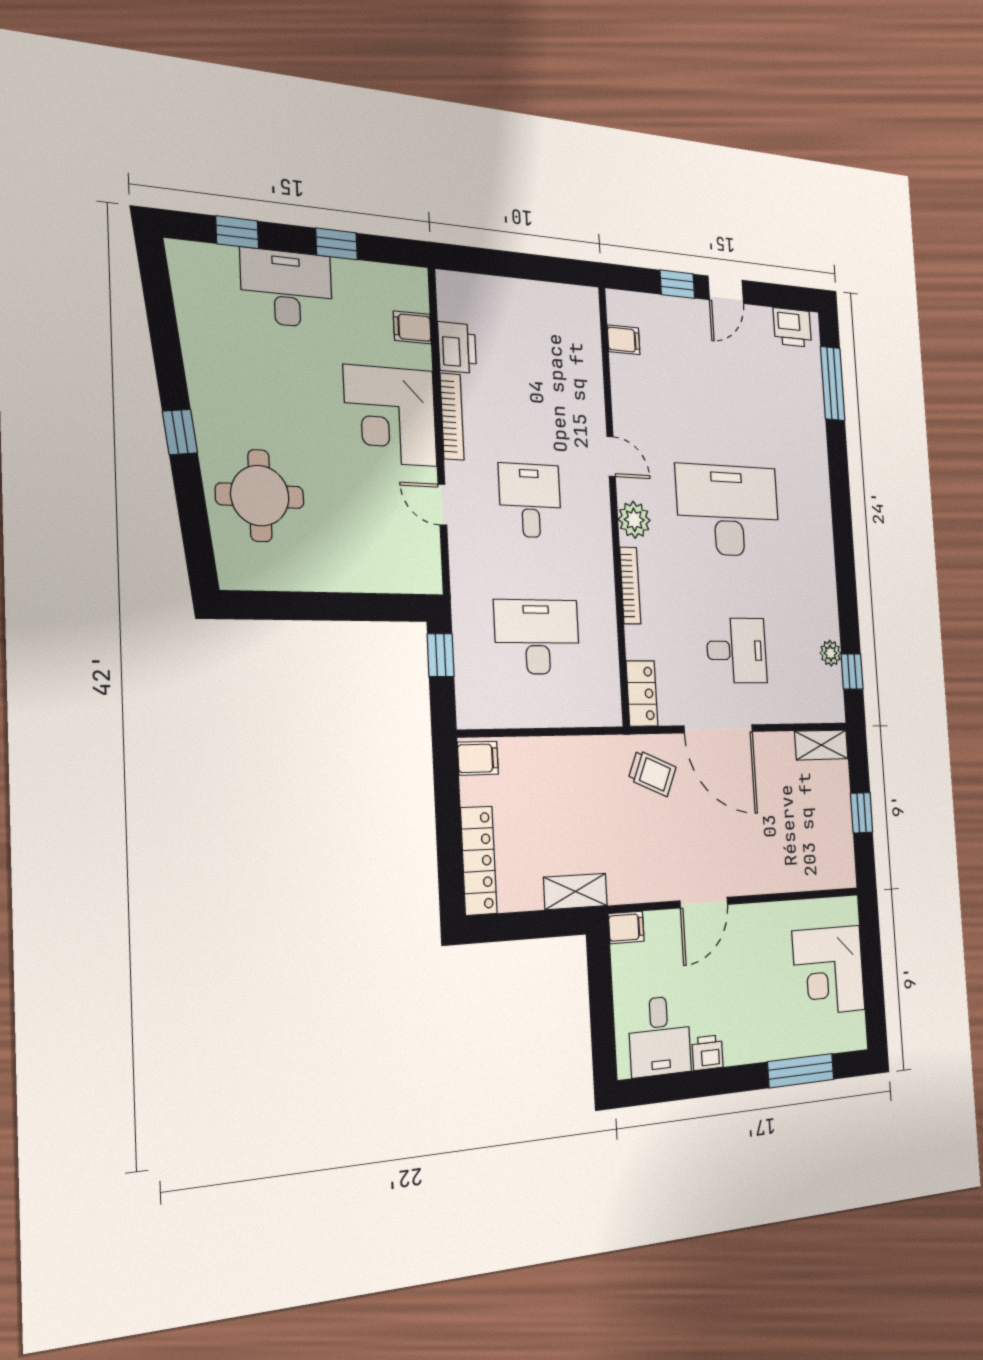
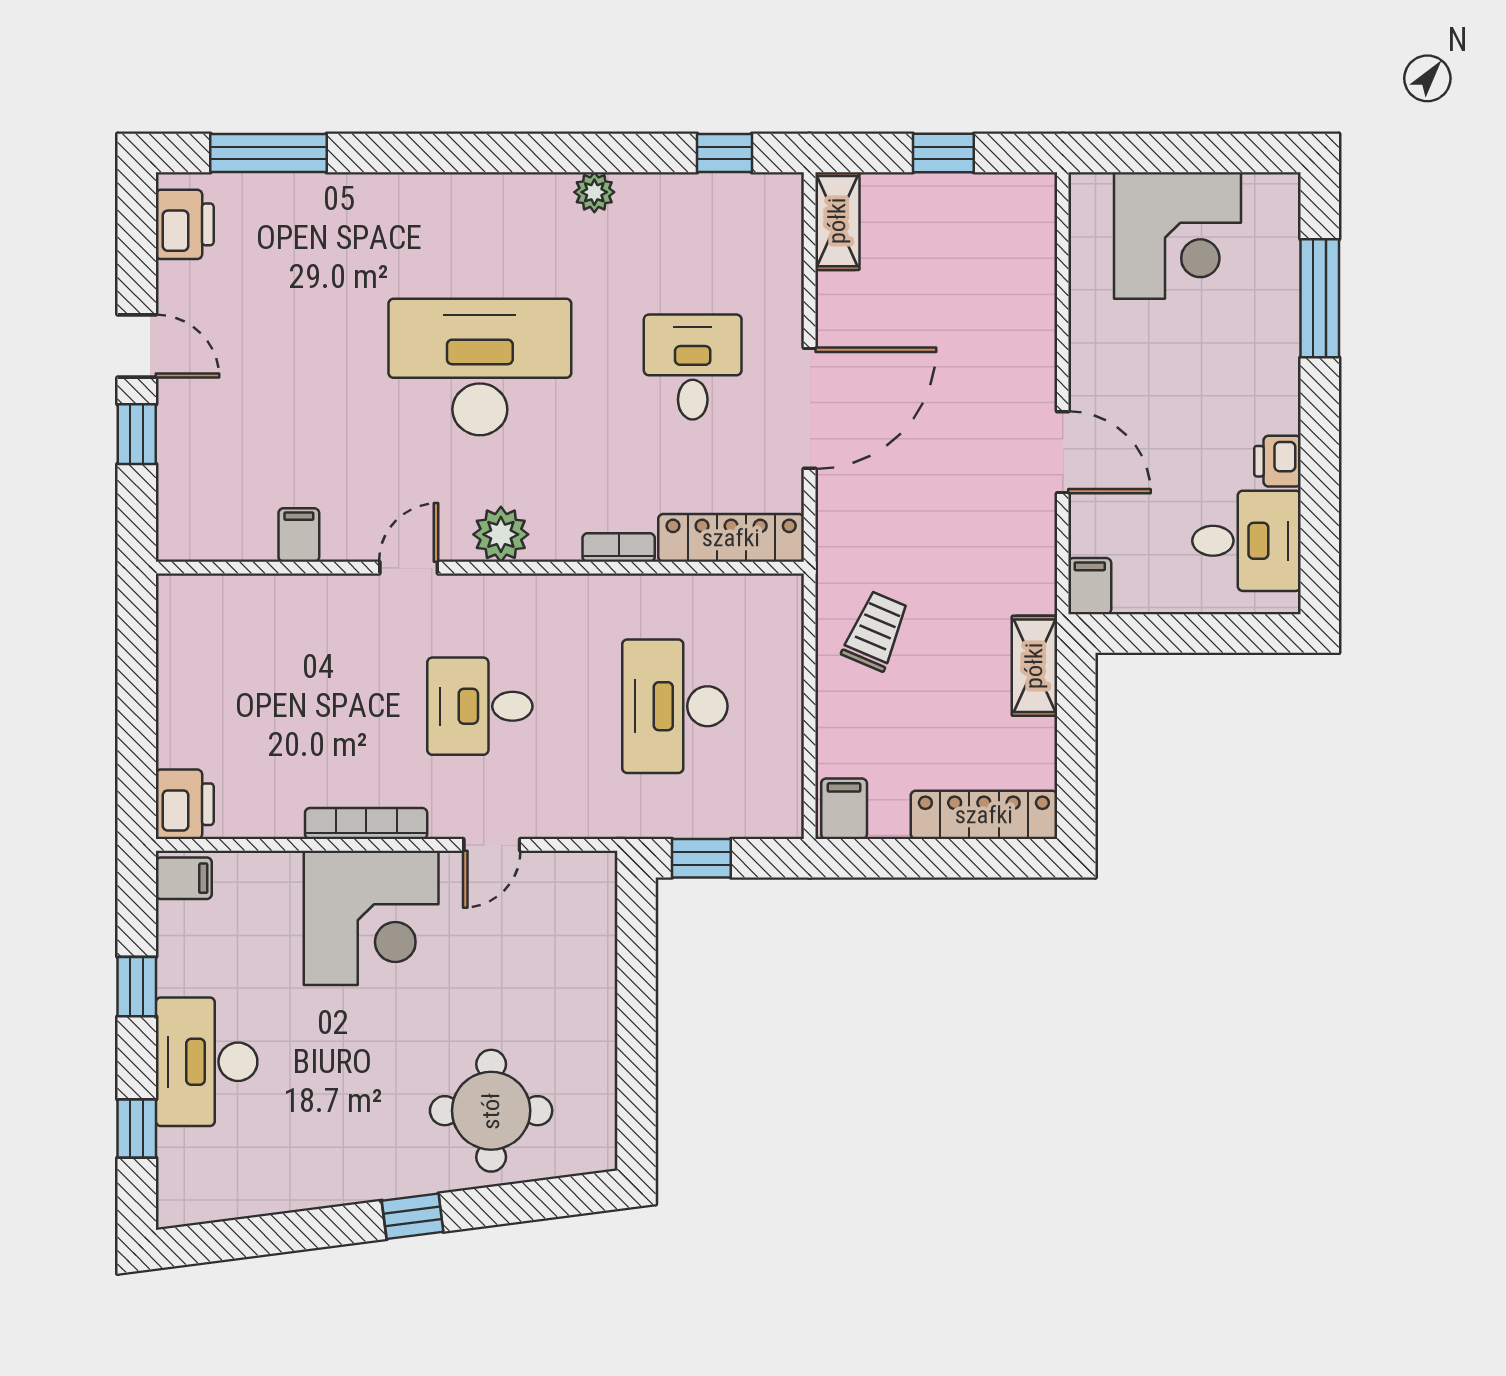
filing cabinet: (412, 327) -> (184, 878), moved, turned -90
filing cabinet: (624, 340) -> (299, 535), moved
printer: (457, 348) -> (185, 804), moved, turned 90
desk: (728, 510) -> (480, 367), turned 90
bookcase: (630, 586) -> (619, 548), width x0.64
plant: (831, 653) -> (594, 192), moved
locker: (642, 693) -> (731, 538), width x1.53
trolley: (652, 773) -> (876, 631), moved

